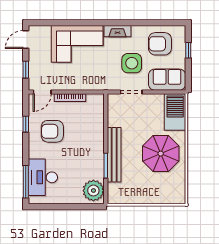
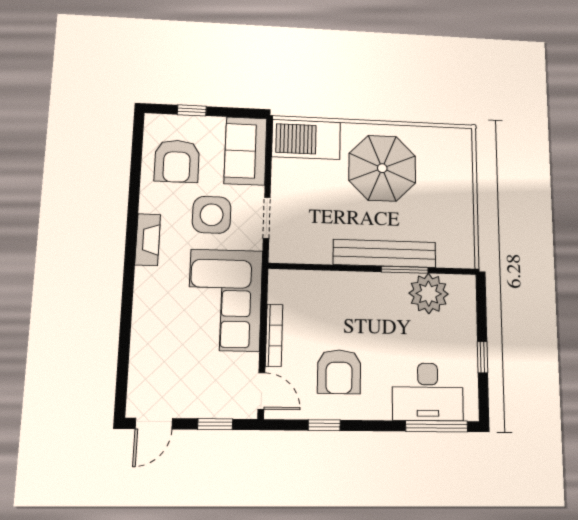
door: (26, 40) -> (154, 424), hinge flipped
corner sofa: (77, 44) -> (225, 300), moved, turned 180
plant: (93, 191) -> (429, 294), moved
window: (61, 207) -> (482, 357), added

